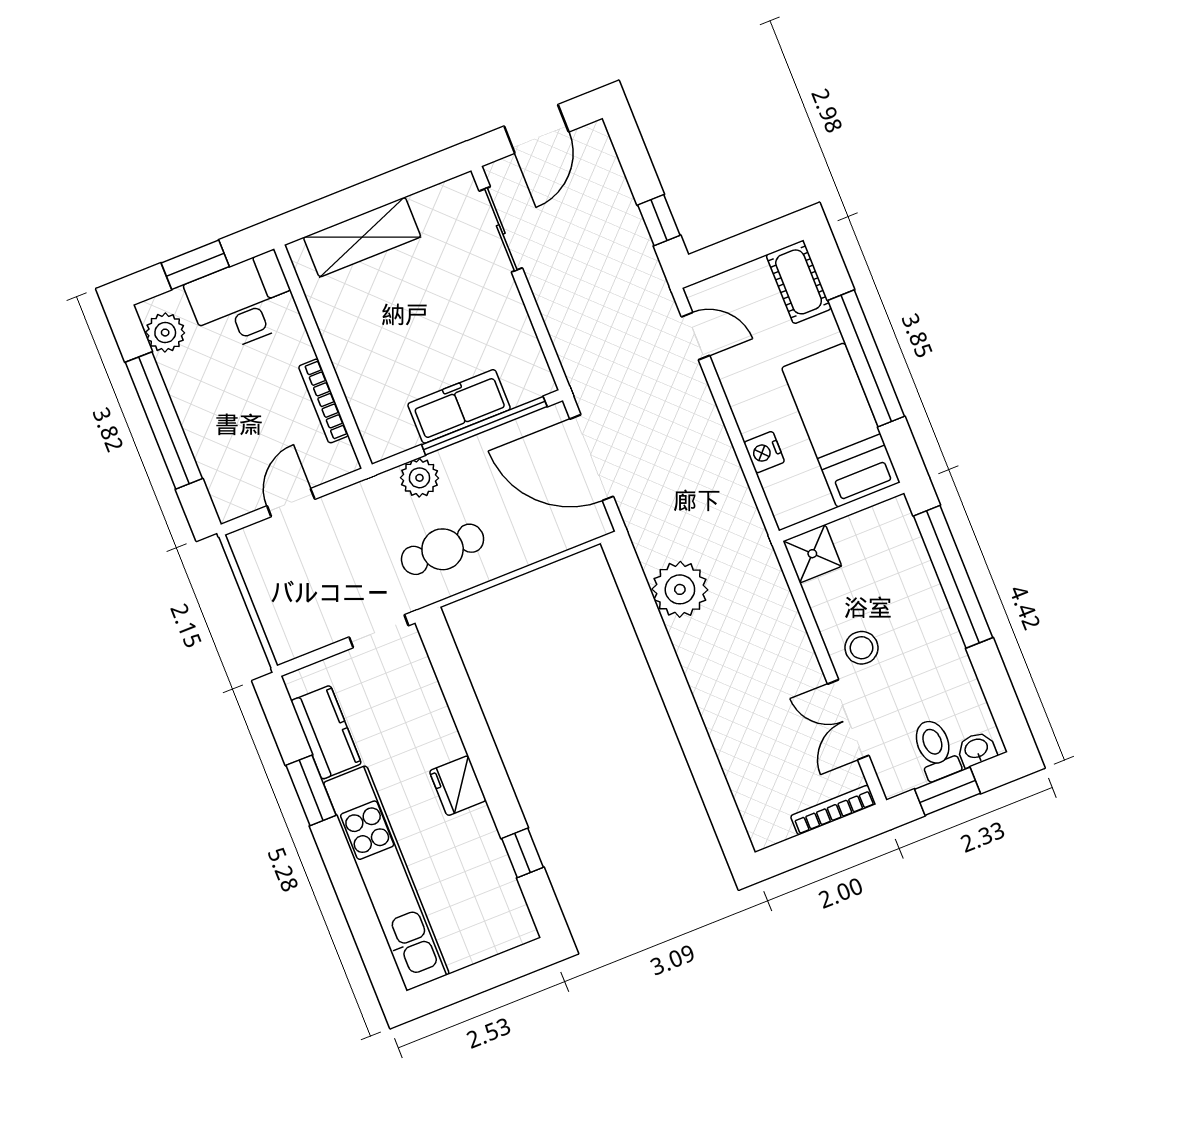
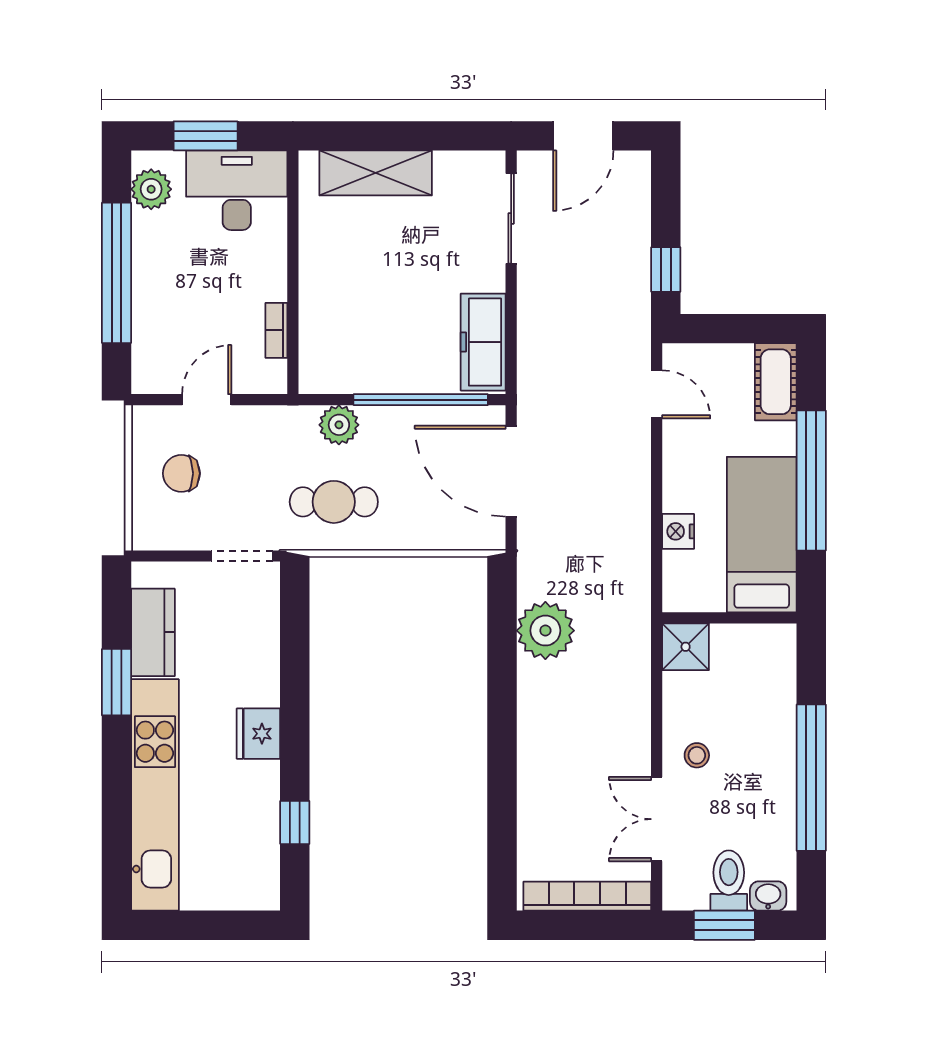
bookcase: (323, 401) -> (276, 330), width x0.64
freezer: (459, 406) -> (483, 342), moved, turned -90
window: (953, 577) -> (811, 778), moved
chair: (295, 578) -> (181, 473), added
stool: (862, 648) -> (697, 755), width x0.73, depth x0.73
bookcase: (833, 810) -> (587, 896), width x1.48, depth x1.31

